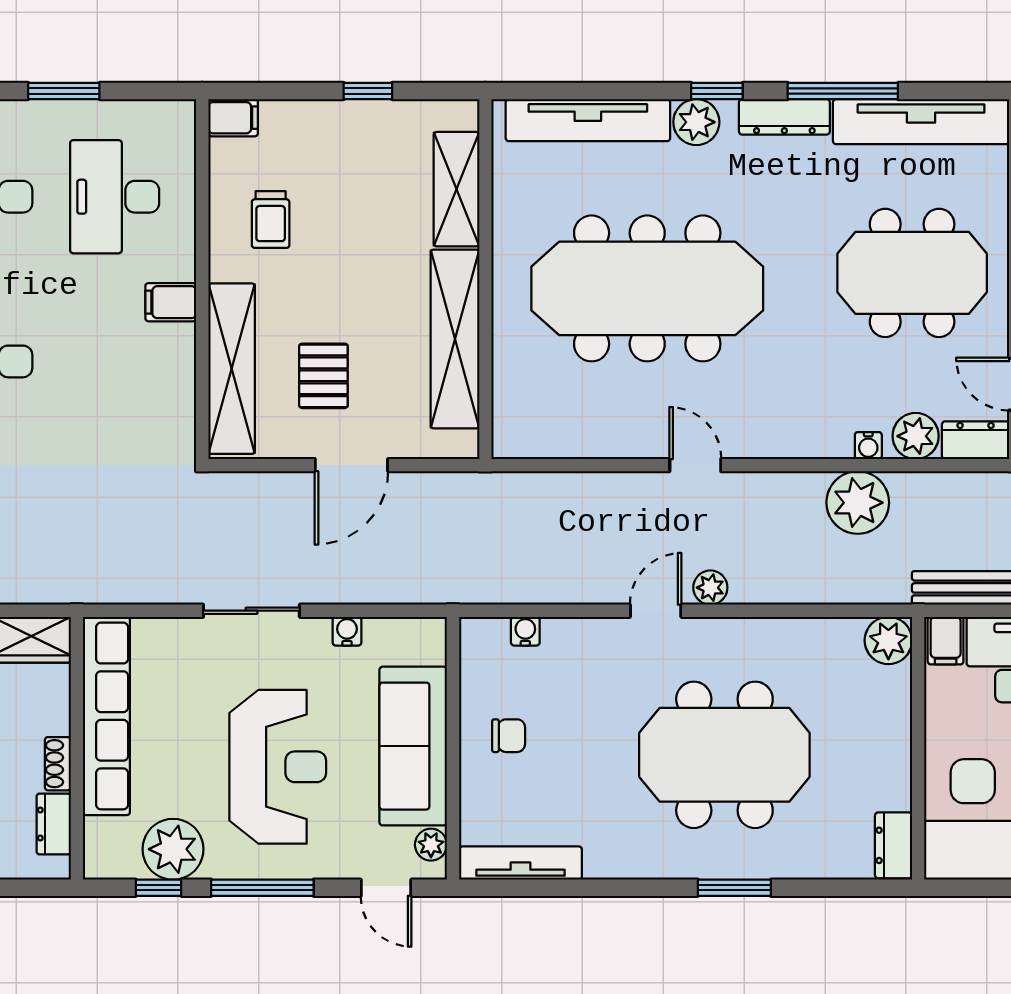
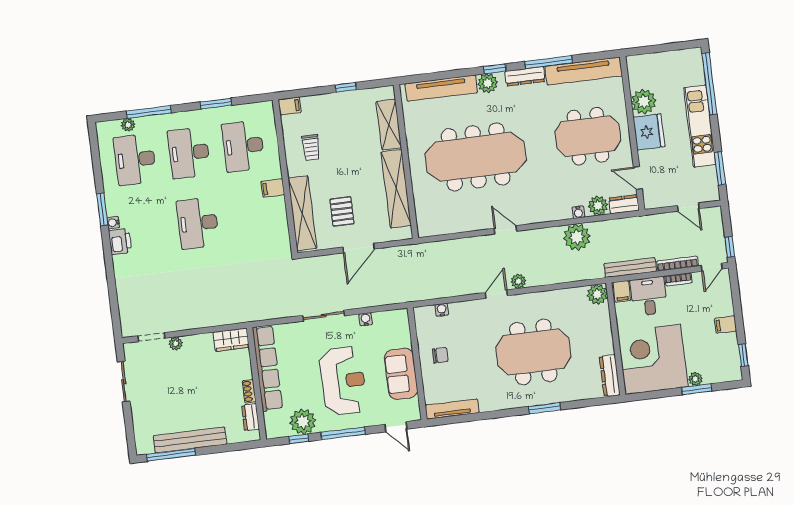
sofa: (413, 746) -> (401, 374), width x0.73
plant: (431, 845) -> (413, 406), removed
dresser: (894, 845) -> (610, 375), width x1.44

